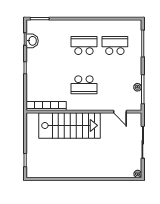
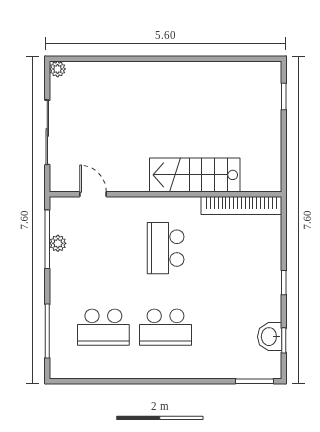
school desk: (84, 85) -> (166, 248), turned -90
stairs: (69, 125) -> (195, 175), width x0.73, depth x0.66

